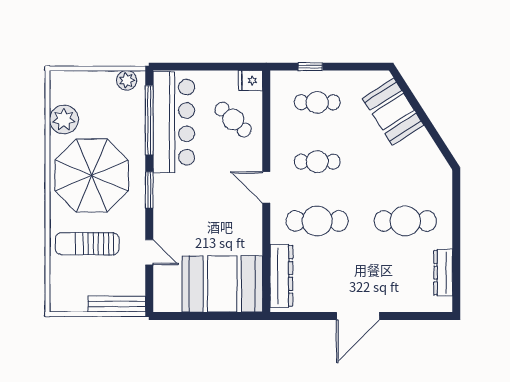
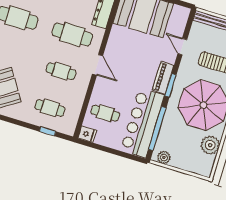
cafe table: (233, 120) -> (105, 113), turned -43
piano: (164, 198) -> (163, 78), added

